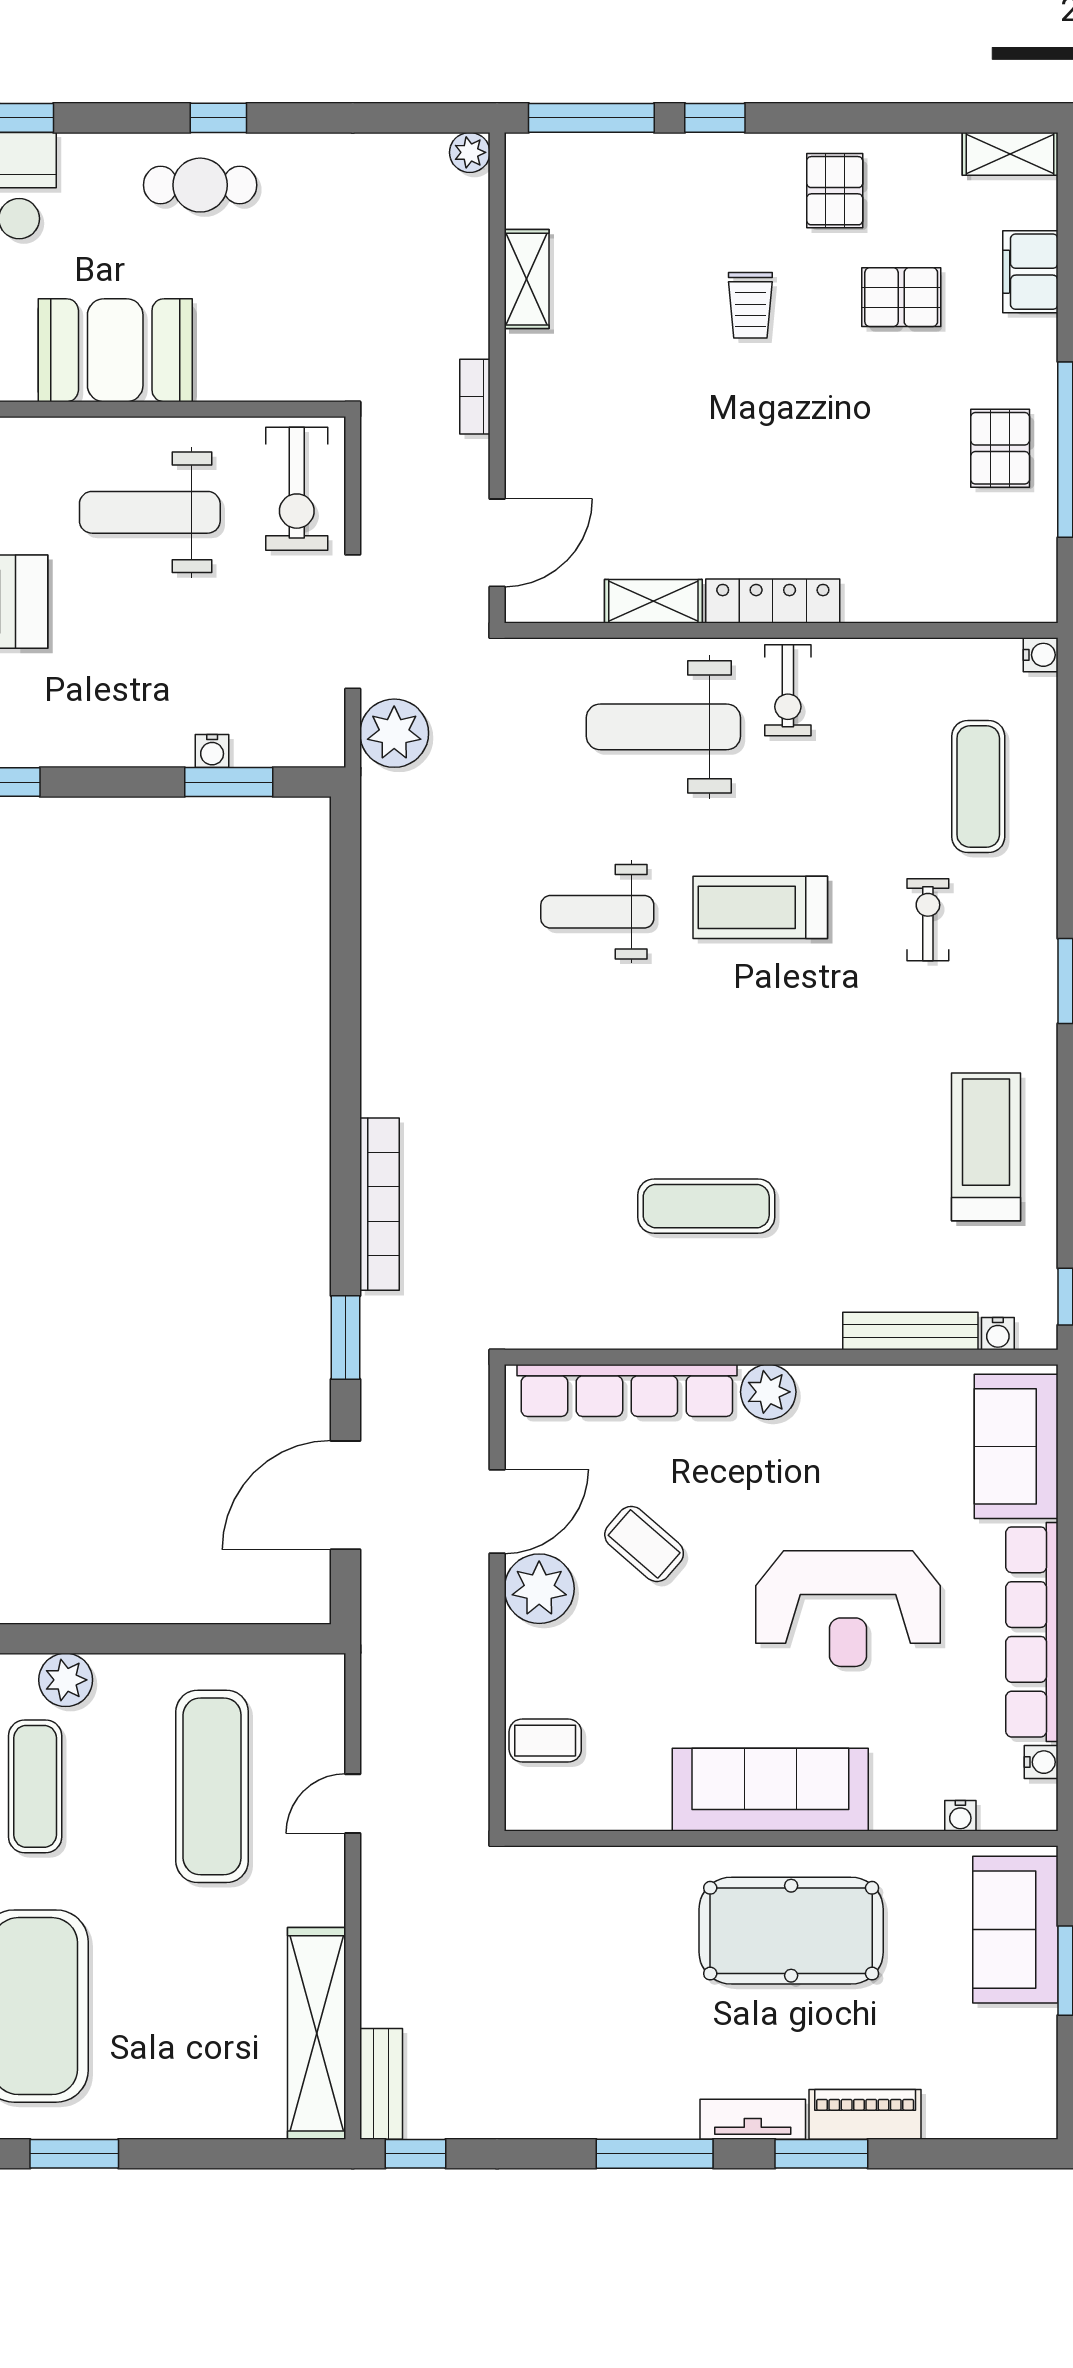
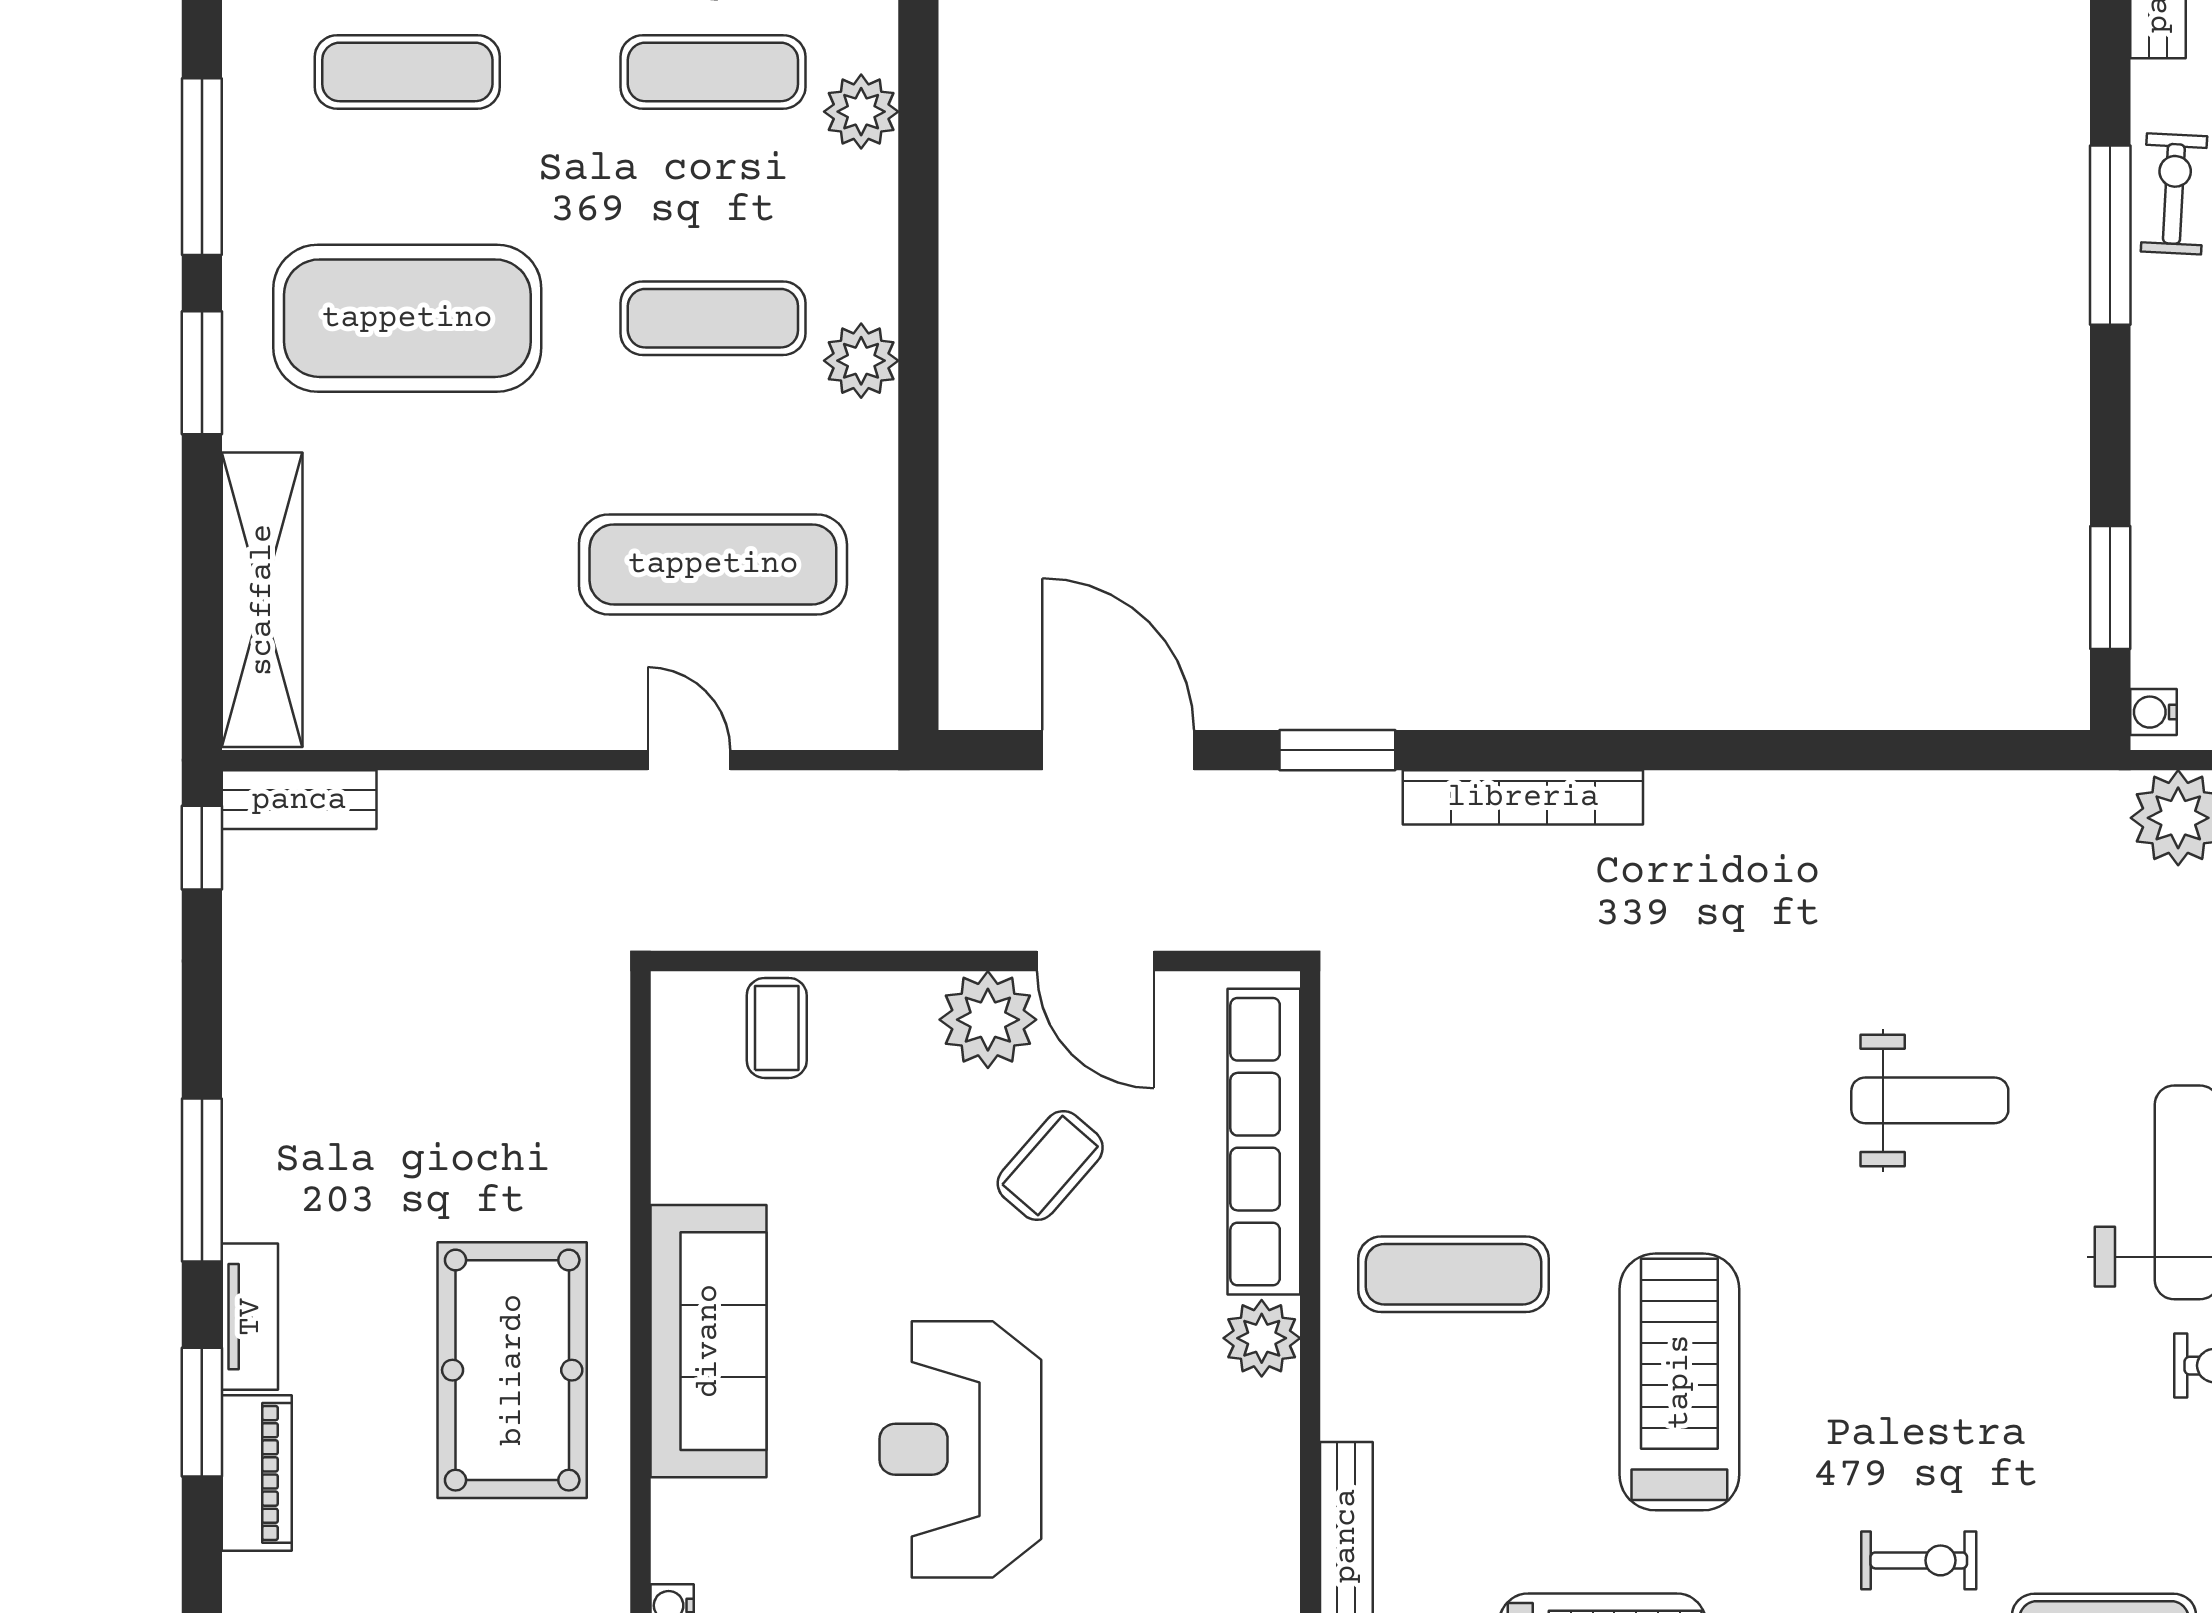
water cooler: (212, 751) -> (2153, 712), moved
treadmill: (760, 907) -> (1679, 1382), moved, width x1.37, depth x1.38
weight bench: (597, 912) -> (1930, 1100), turned 90
exercise mat: (706, 1206) -> (1454, 1274), moved, turned 90
shelving: (317, 2033) -> (262, 600), moved, turned 90

